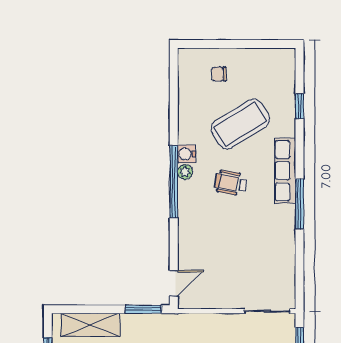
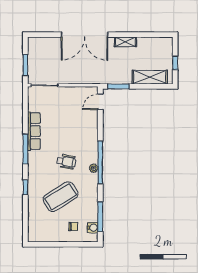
window: (174, 91) -> (100, 217), added
window: (299, 106) -> (25, 187), moved
water cooler: (186, 154) -> (93, 228), moved
row of seats: (285, 171) -> (34, 131), moved

